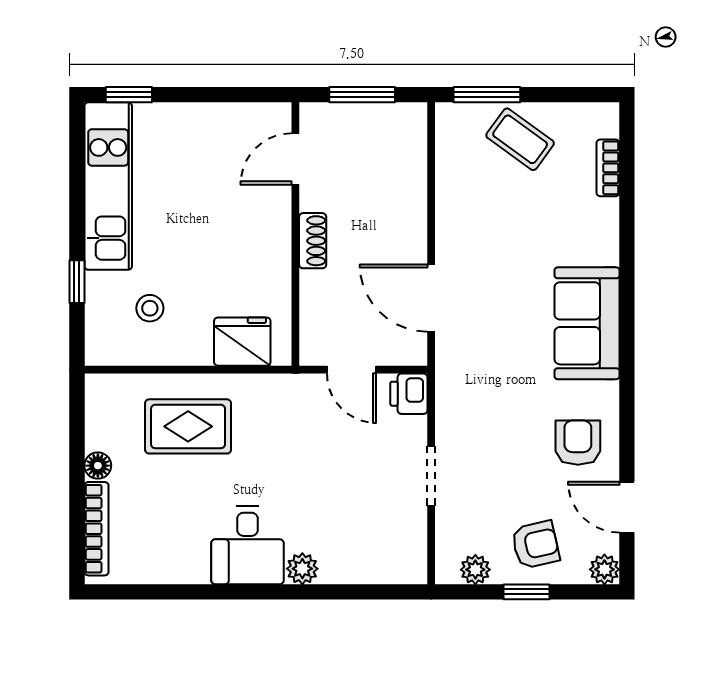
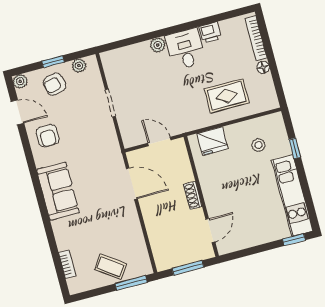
printer: (409, 394) -> (210, 33), moved, turned 90

